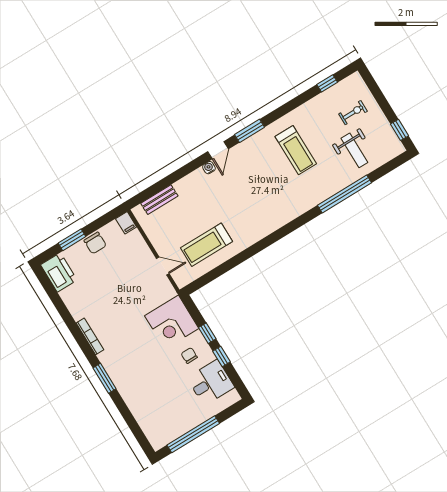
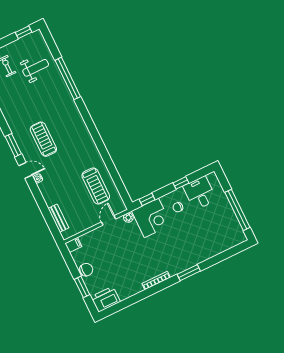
treadmill: (296, 150) -> (43, 139), moved, turned -90
plant: (169, 292) -> (128, 218), added
window: (207, 333) -> (147, 199), moved

